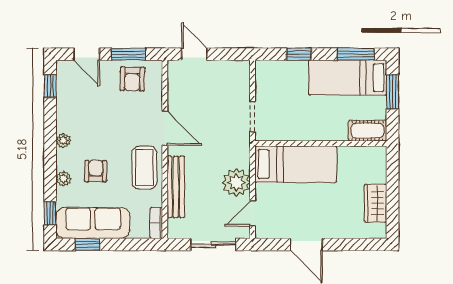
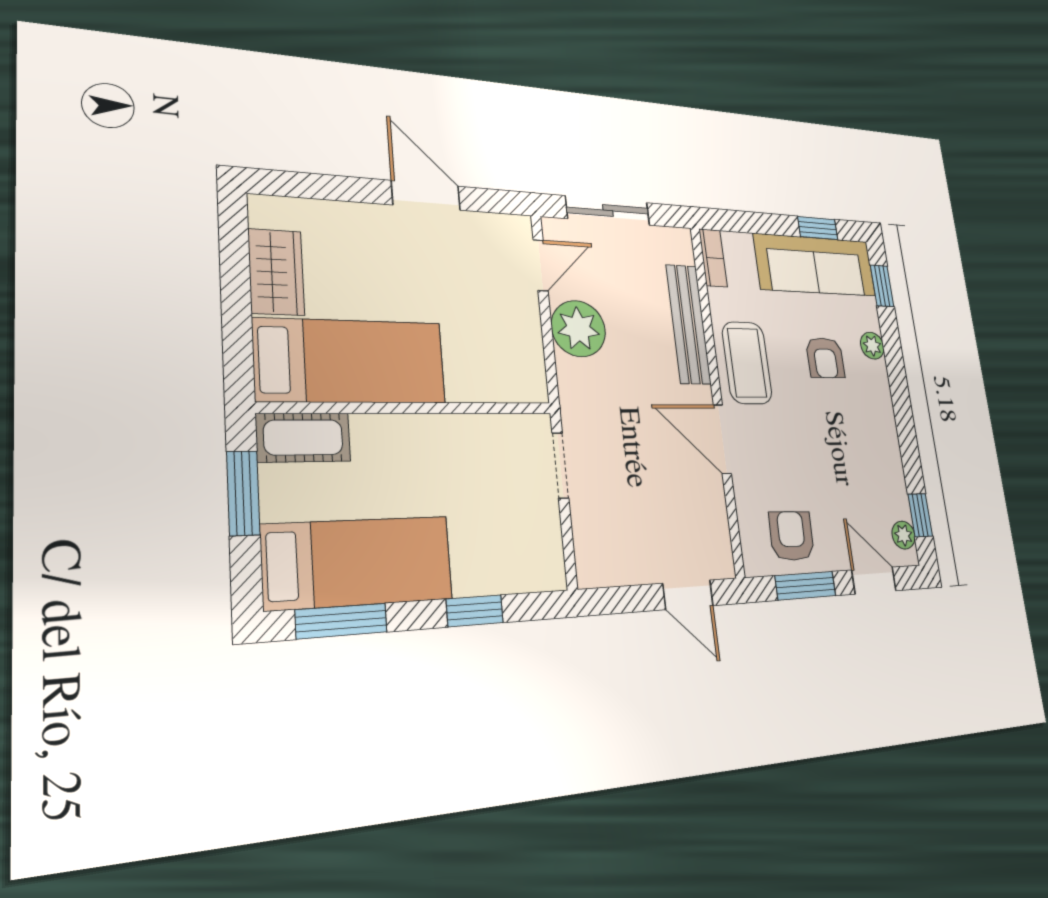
window: (393, 92) -> (243, 493), moved
plant: (63, 141) -> (903, 535), moved
bed: (296, 164) -> (351, 361), moved, turned 180

